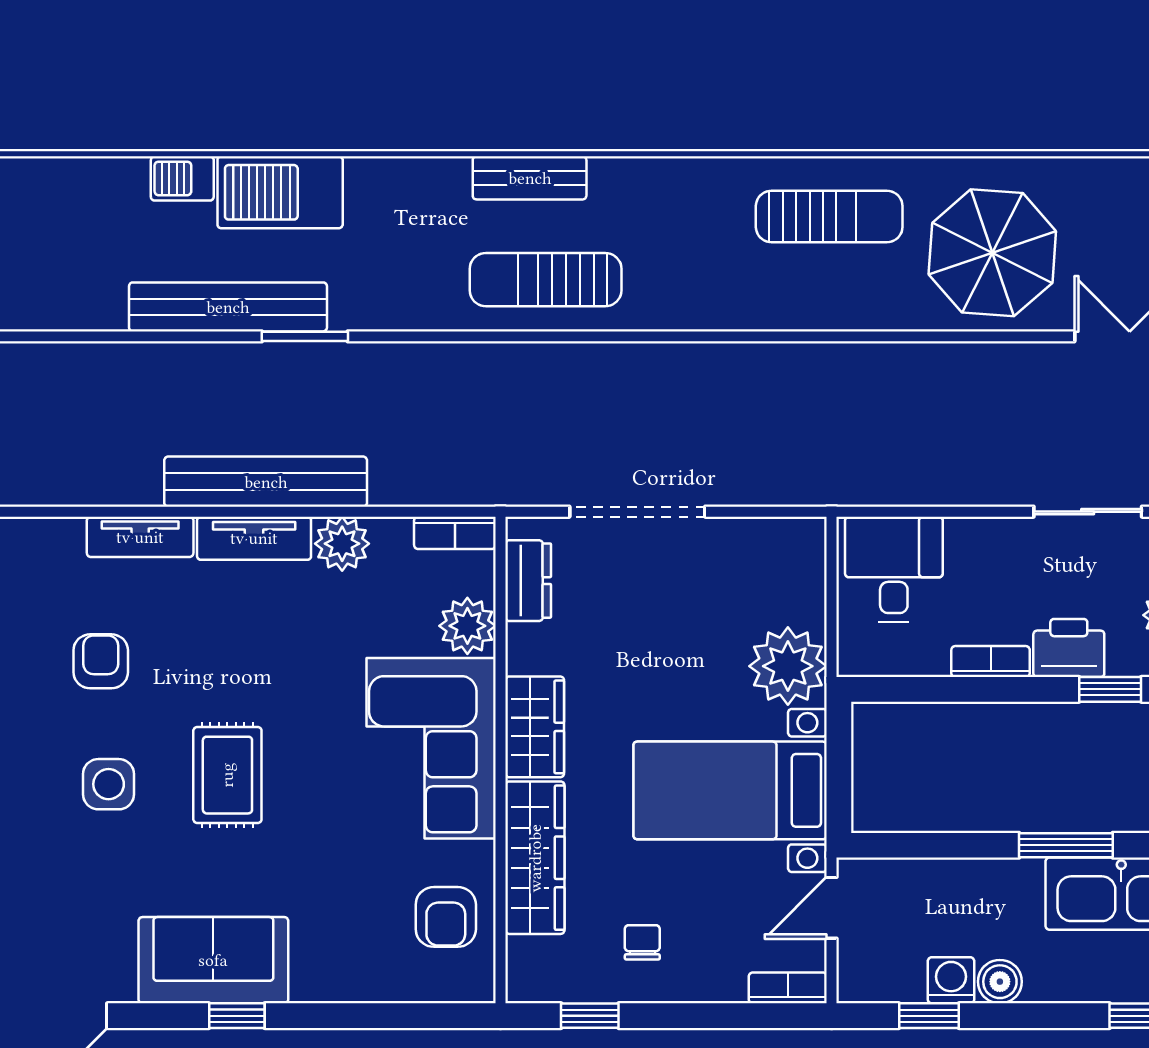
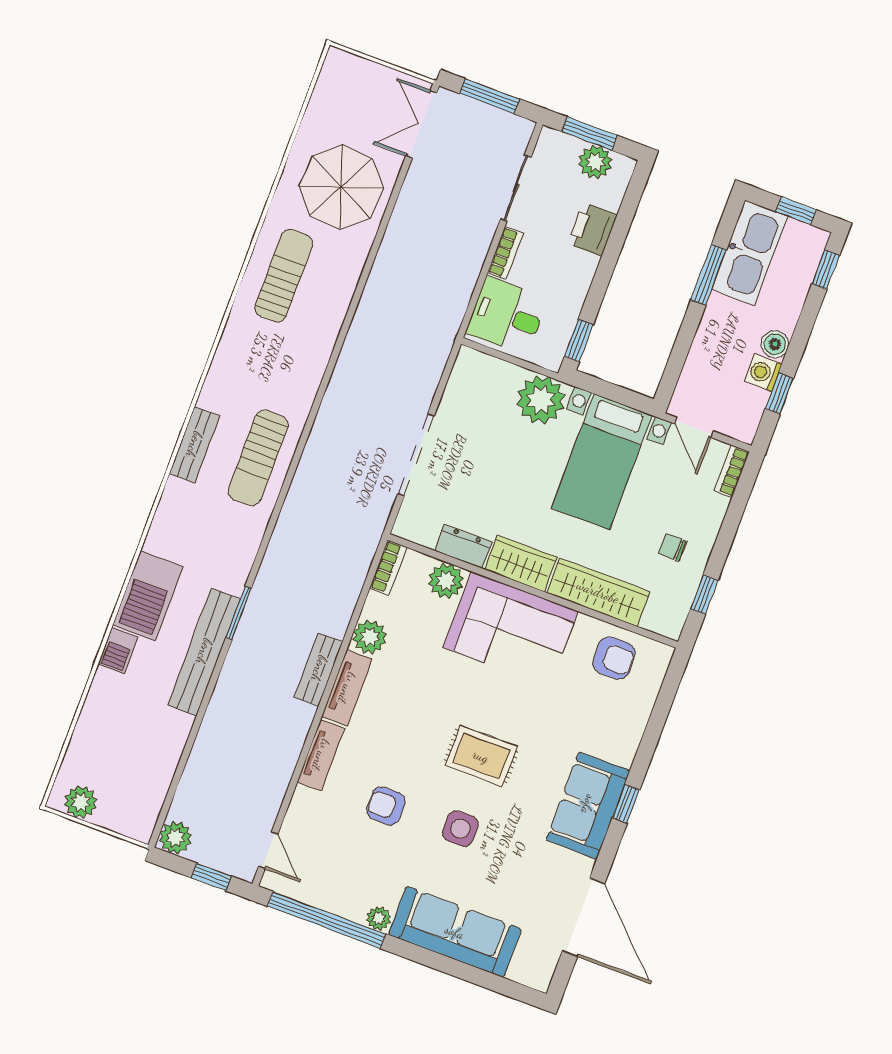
bench: (266, 482) -> (319, 669), width x0.54, depth x0.82
dresser: (528, 581) -> (463, 546), moved
bookcase: (991, 662) -> (505, 253), moved, turned 180
window: (1110, 689) -> (579, 341), moved

